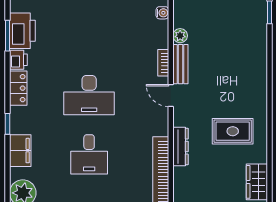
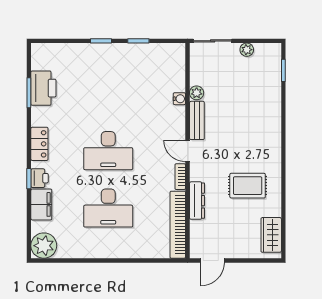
water cooler: (162, 13) -> (179, 99), moved
printer: (18, 60) -> (40, 178), moved
bookcase: (163, 63) -> (180, 177), moved
desk: (89, 154) -> (108, 208), width x1.37

